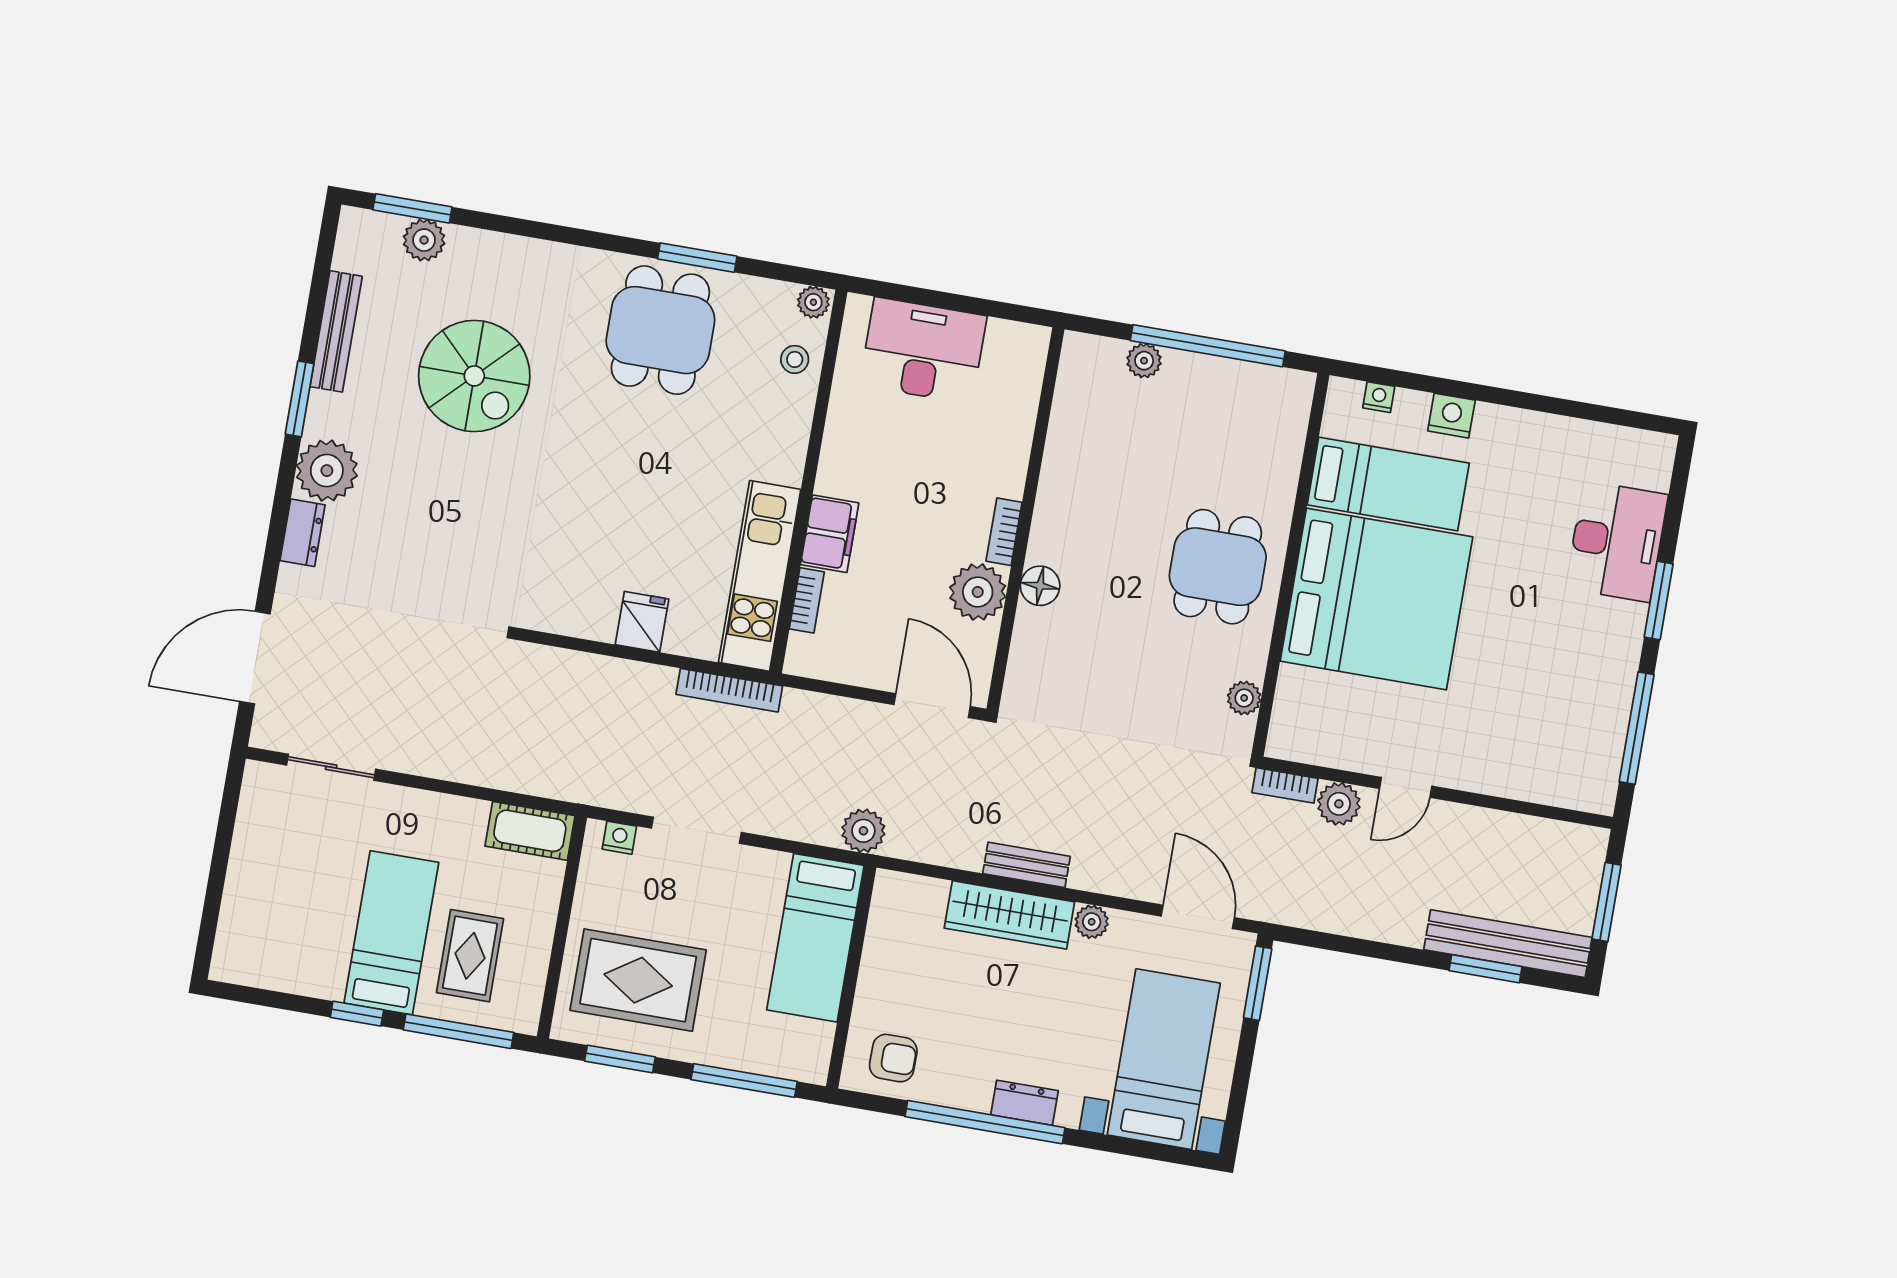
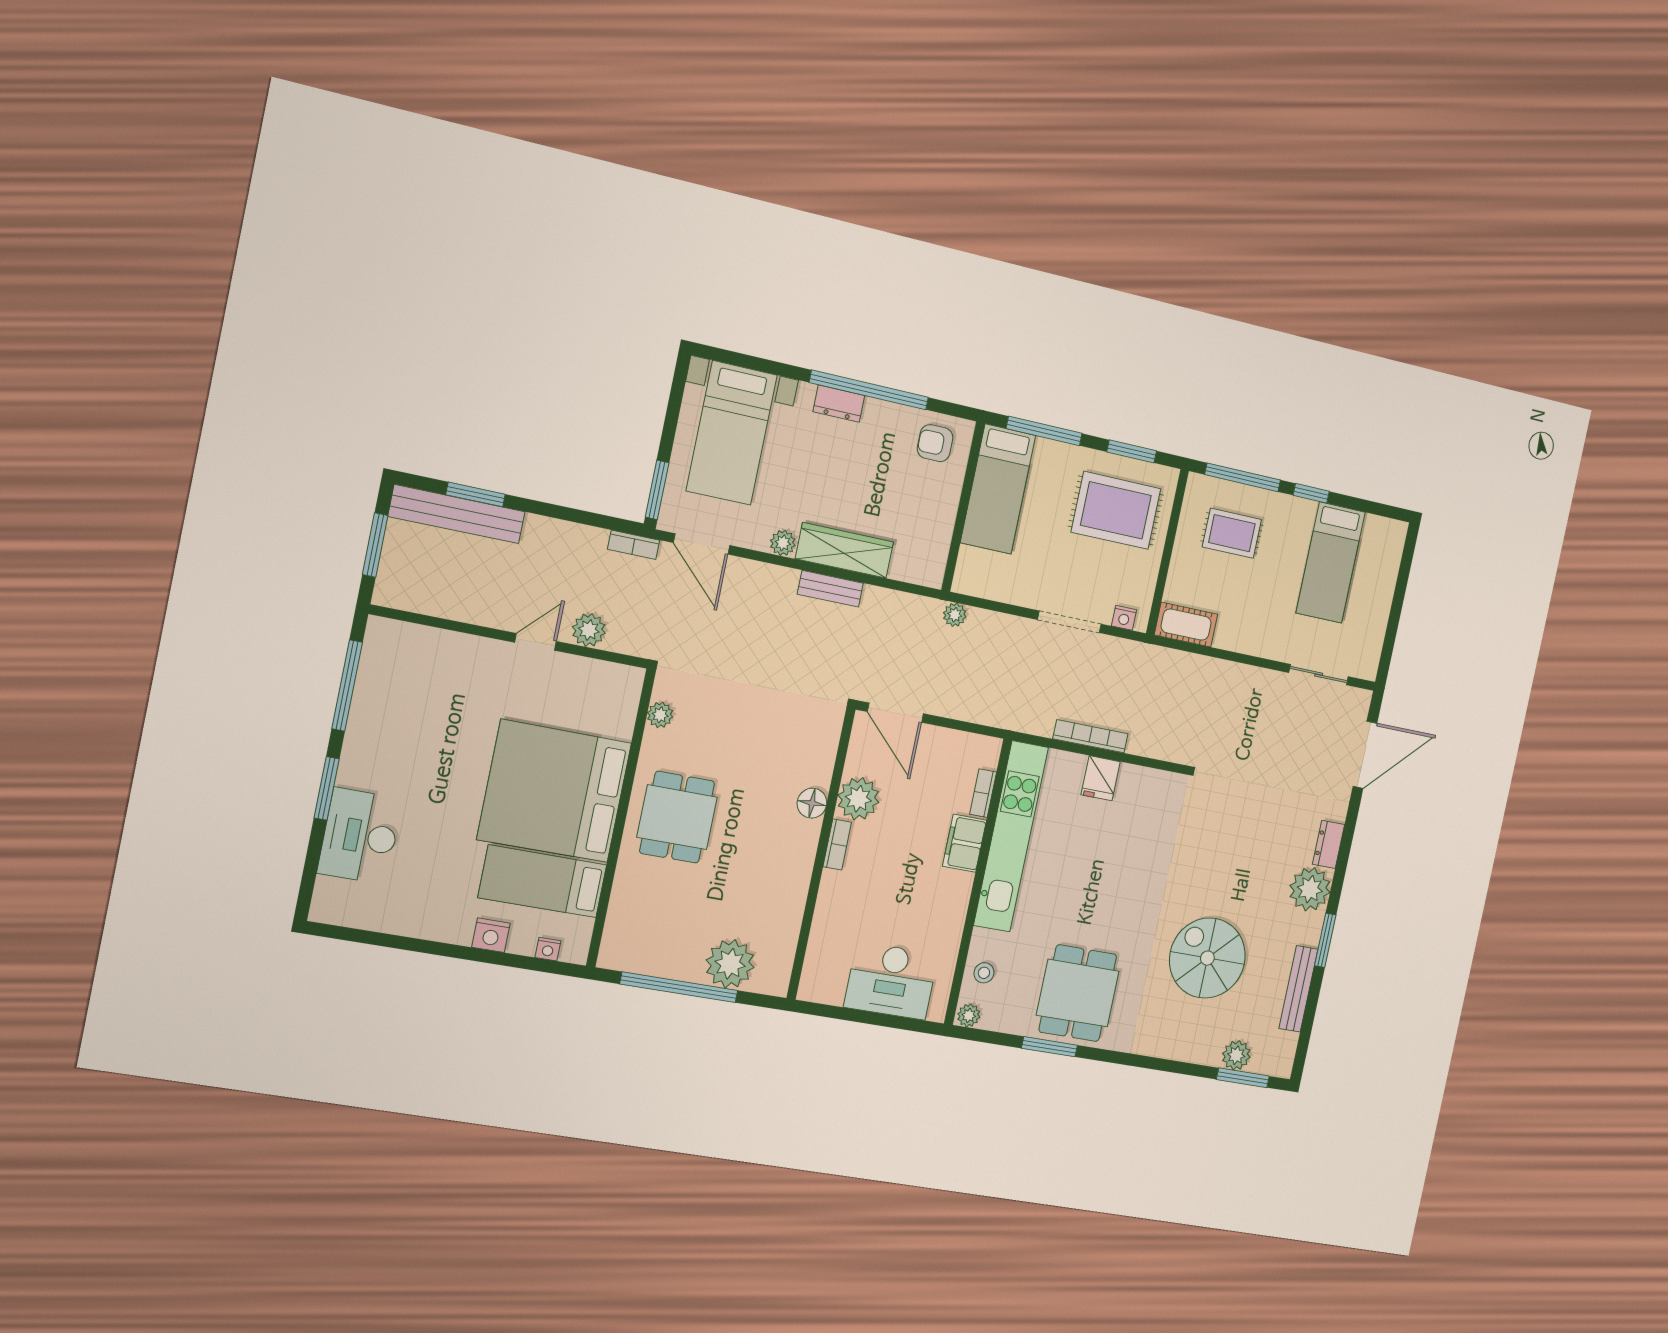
plant: (1144, 361) -> (730, 964), width x1.88, depth x1.88
kitchen unit: (760, 576) -> (1011, 836), width x1.36
bookcase: (729, 690) -> (1090, 736), moved
bookcase: (1285, 785) -> (634, 545), moved, turned 180
plant: (863, 831) -> (955, 615), width x0.73, depth x0.73
bed: (391, 933) -> (1331, 562), moved
bed: (815, 938) -> (998, 489), moved, turned 180
rug: (470, 956) -> (1232, 533), turned 90

